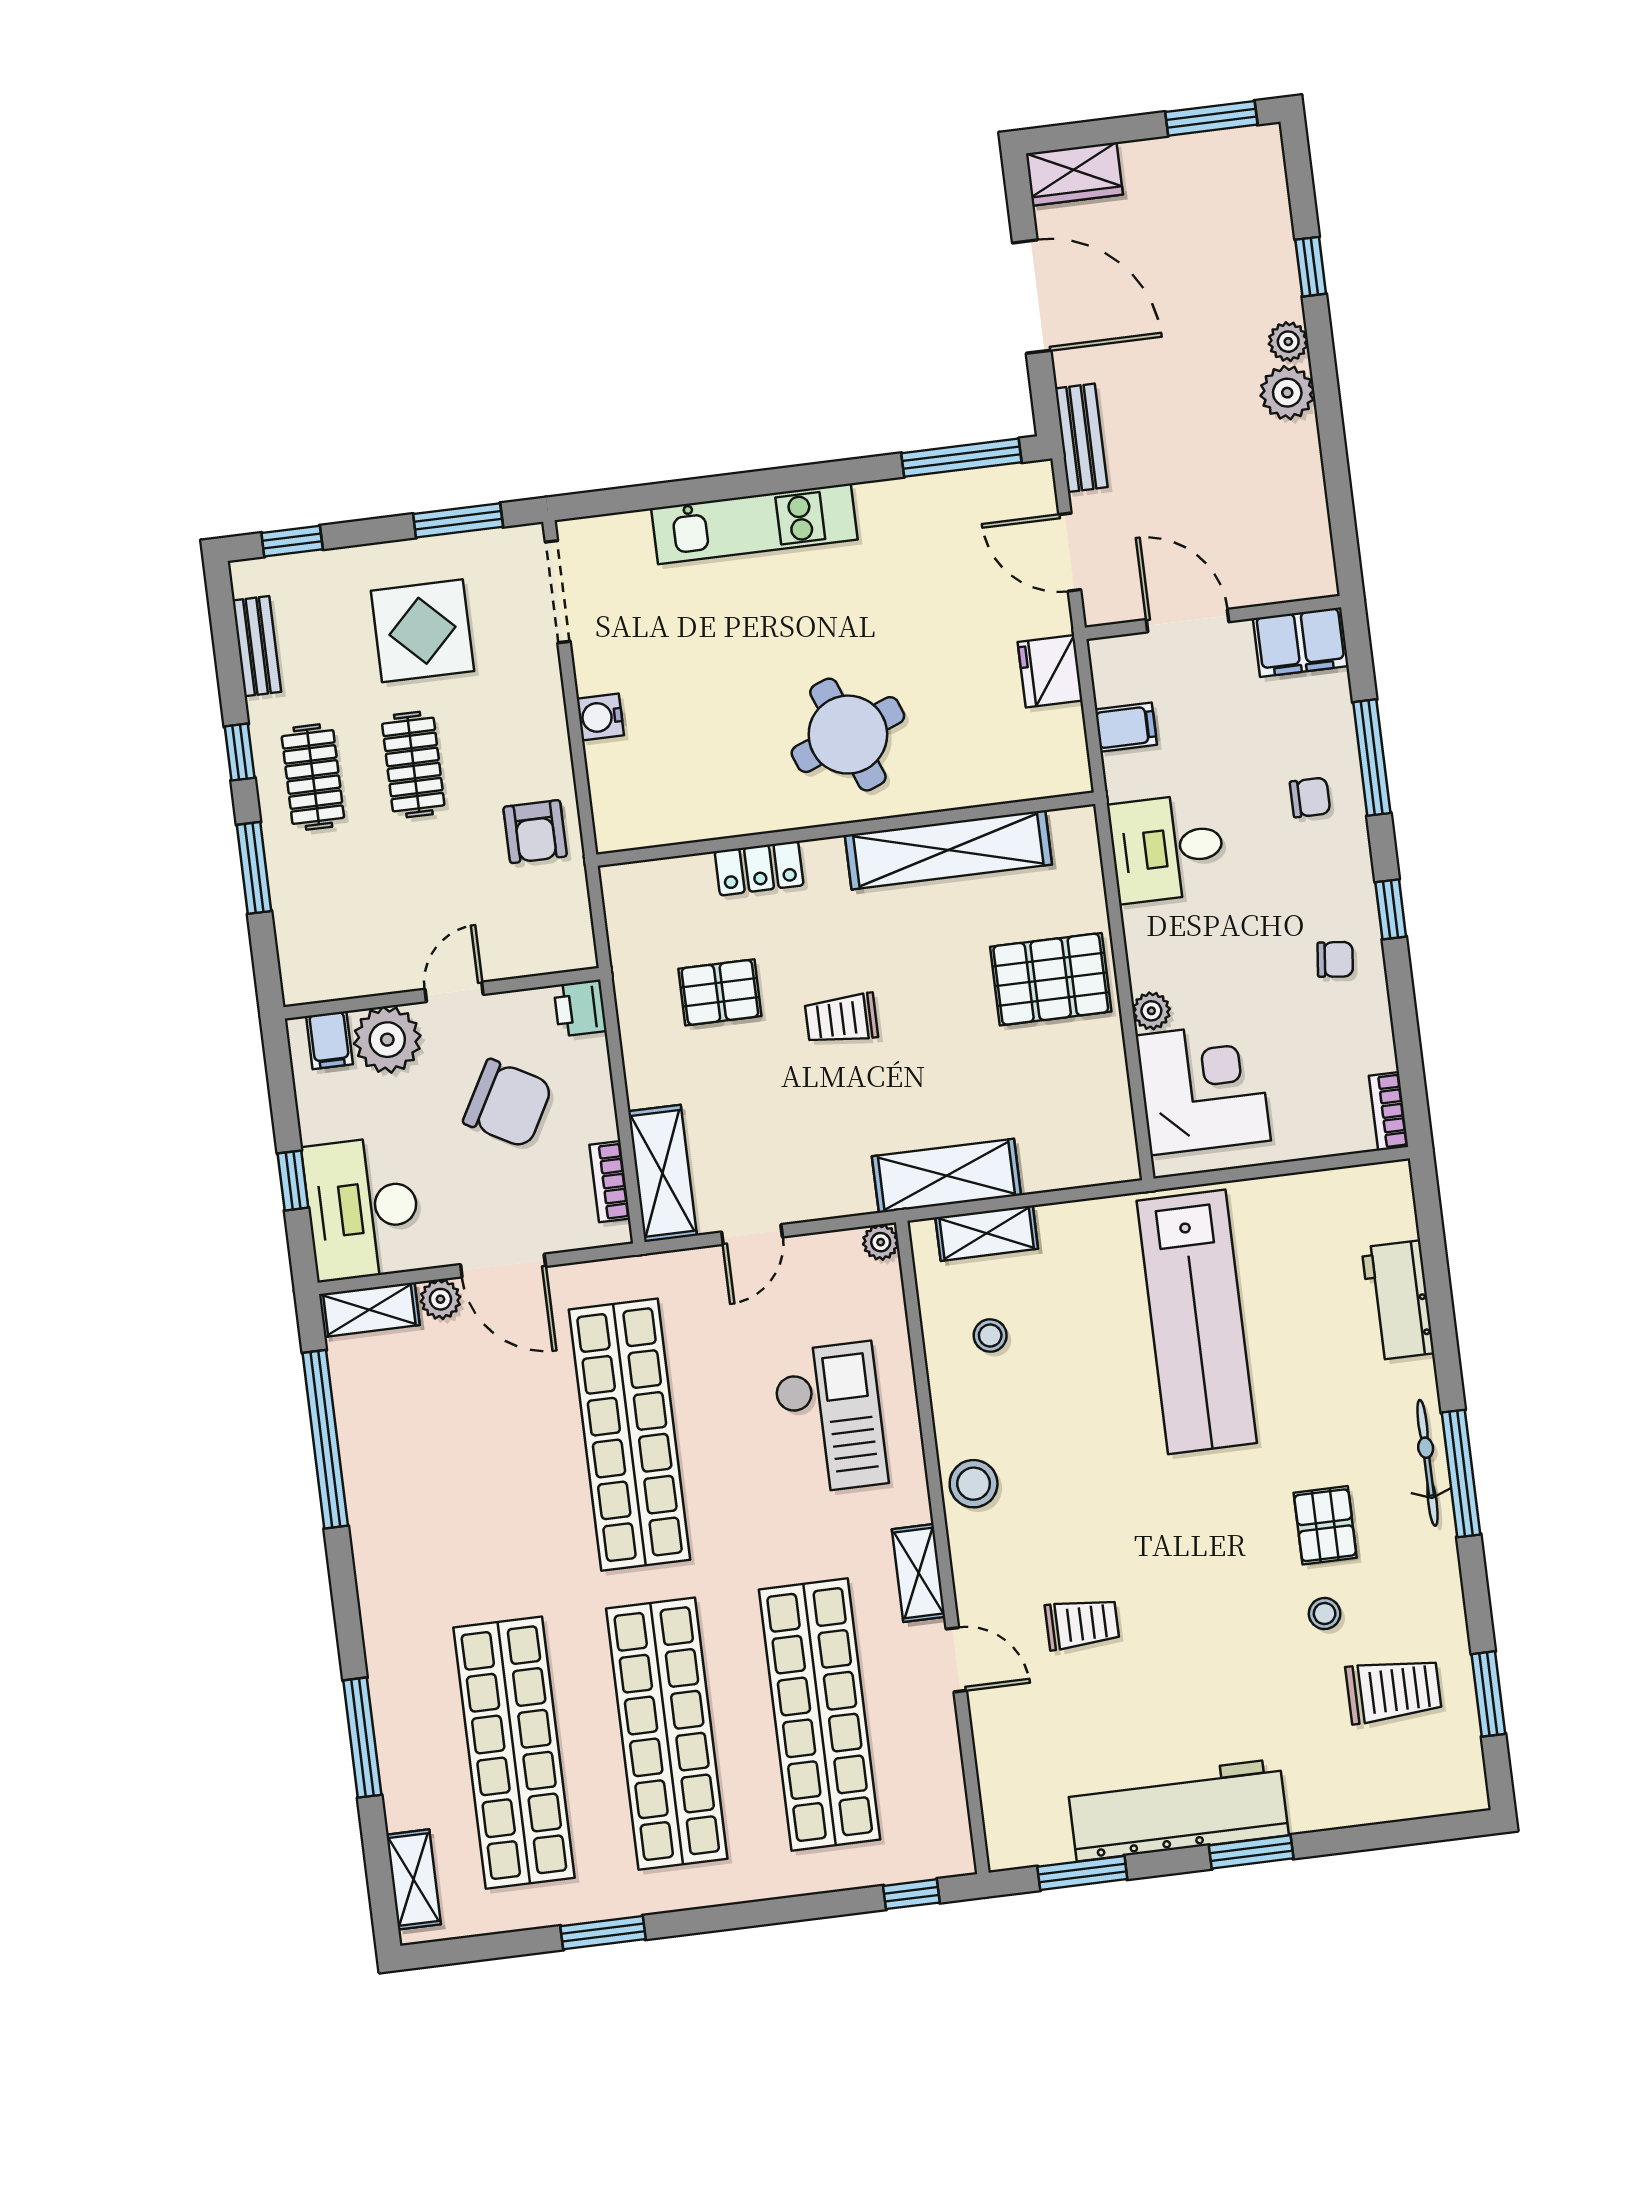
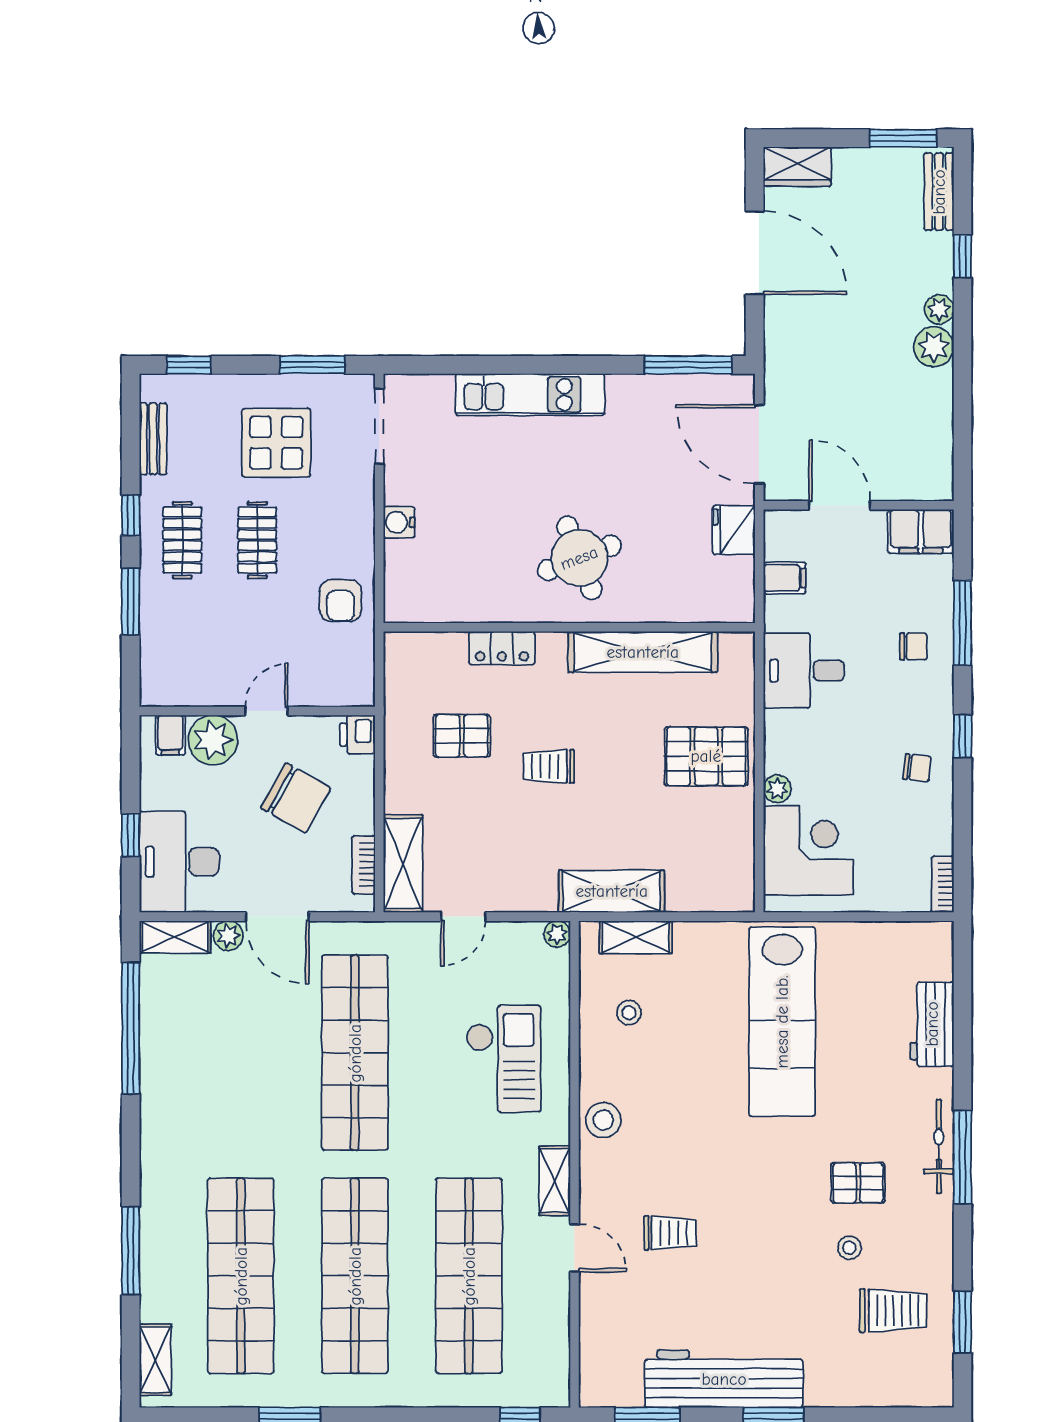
bench: (1081, 438) -> (939, 192), moved
door: (1070, 552) -> (759, 444), width x1.36
pallet: (1325, 1525) -> (858, 1183), turned 90

